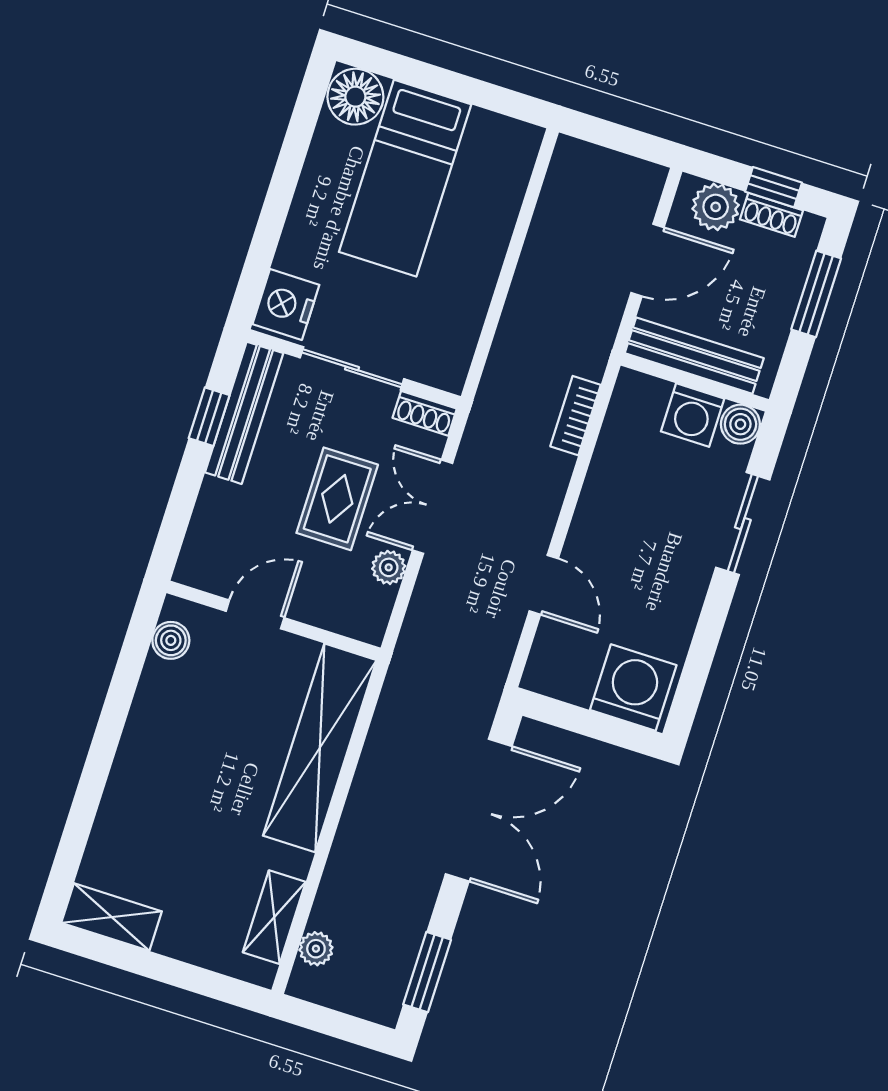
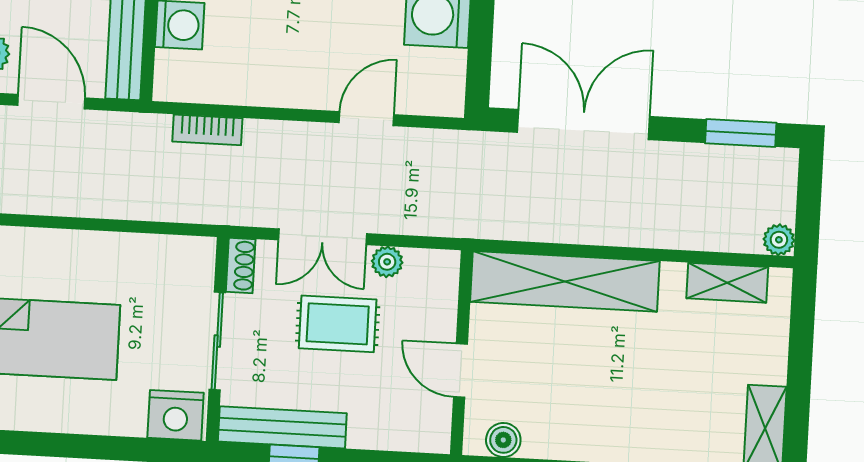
plant: (316, 949) -> (779, 240), moved

